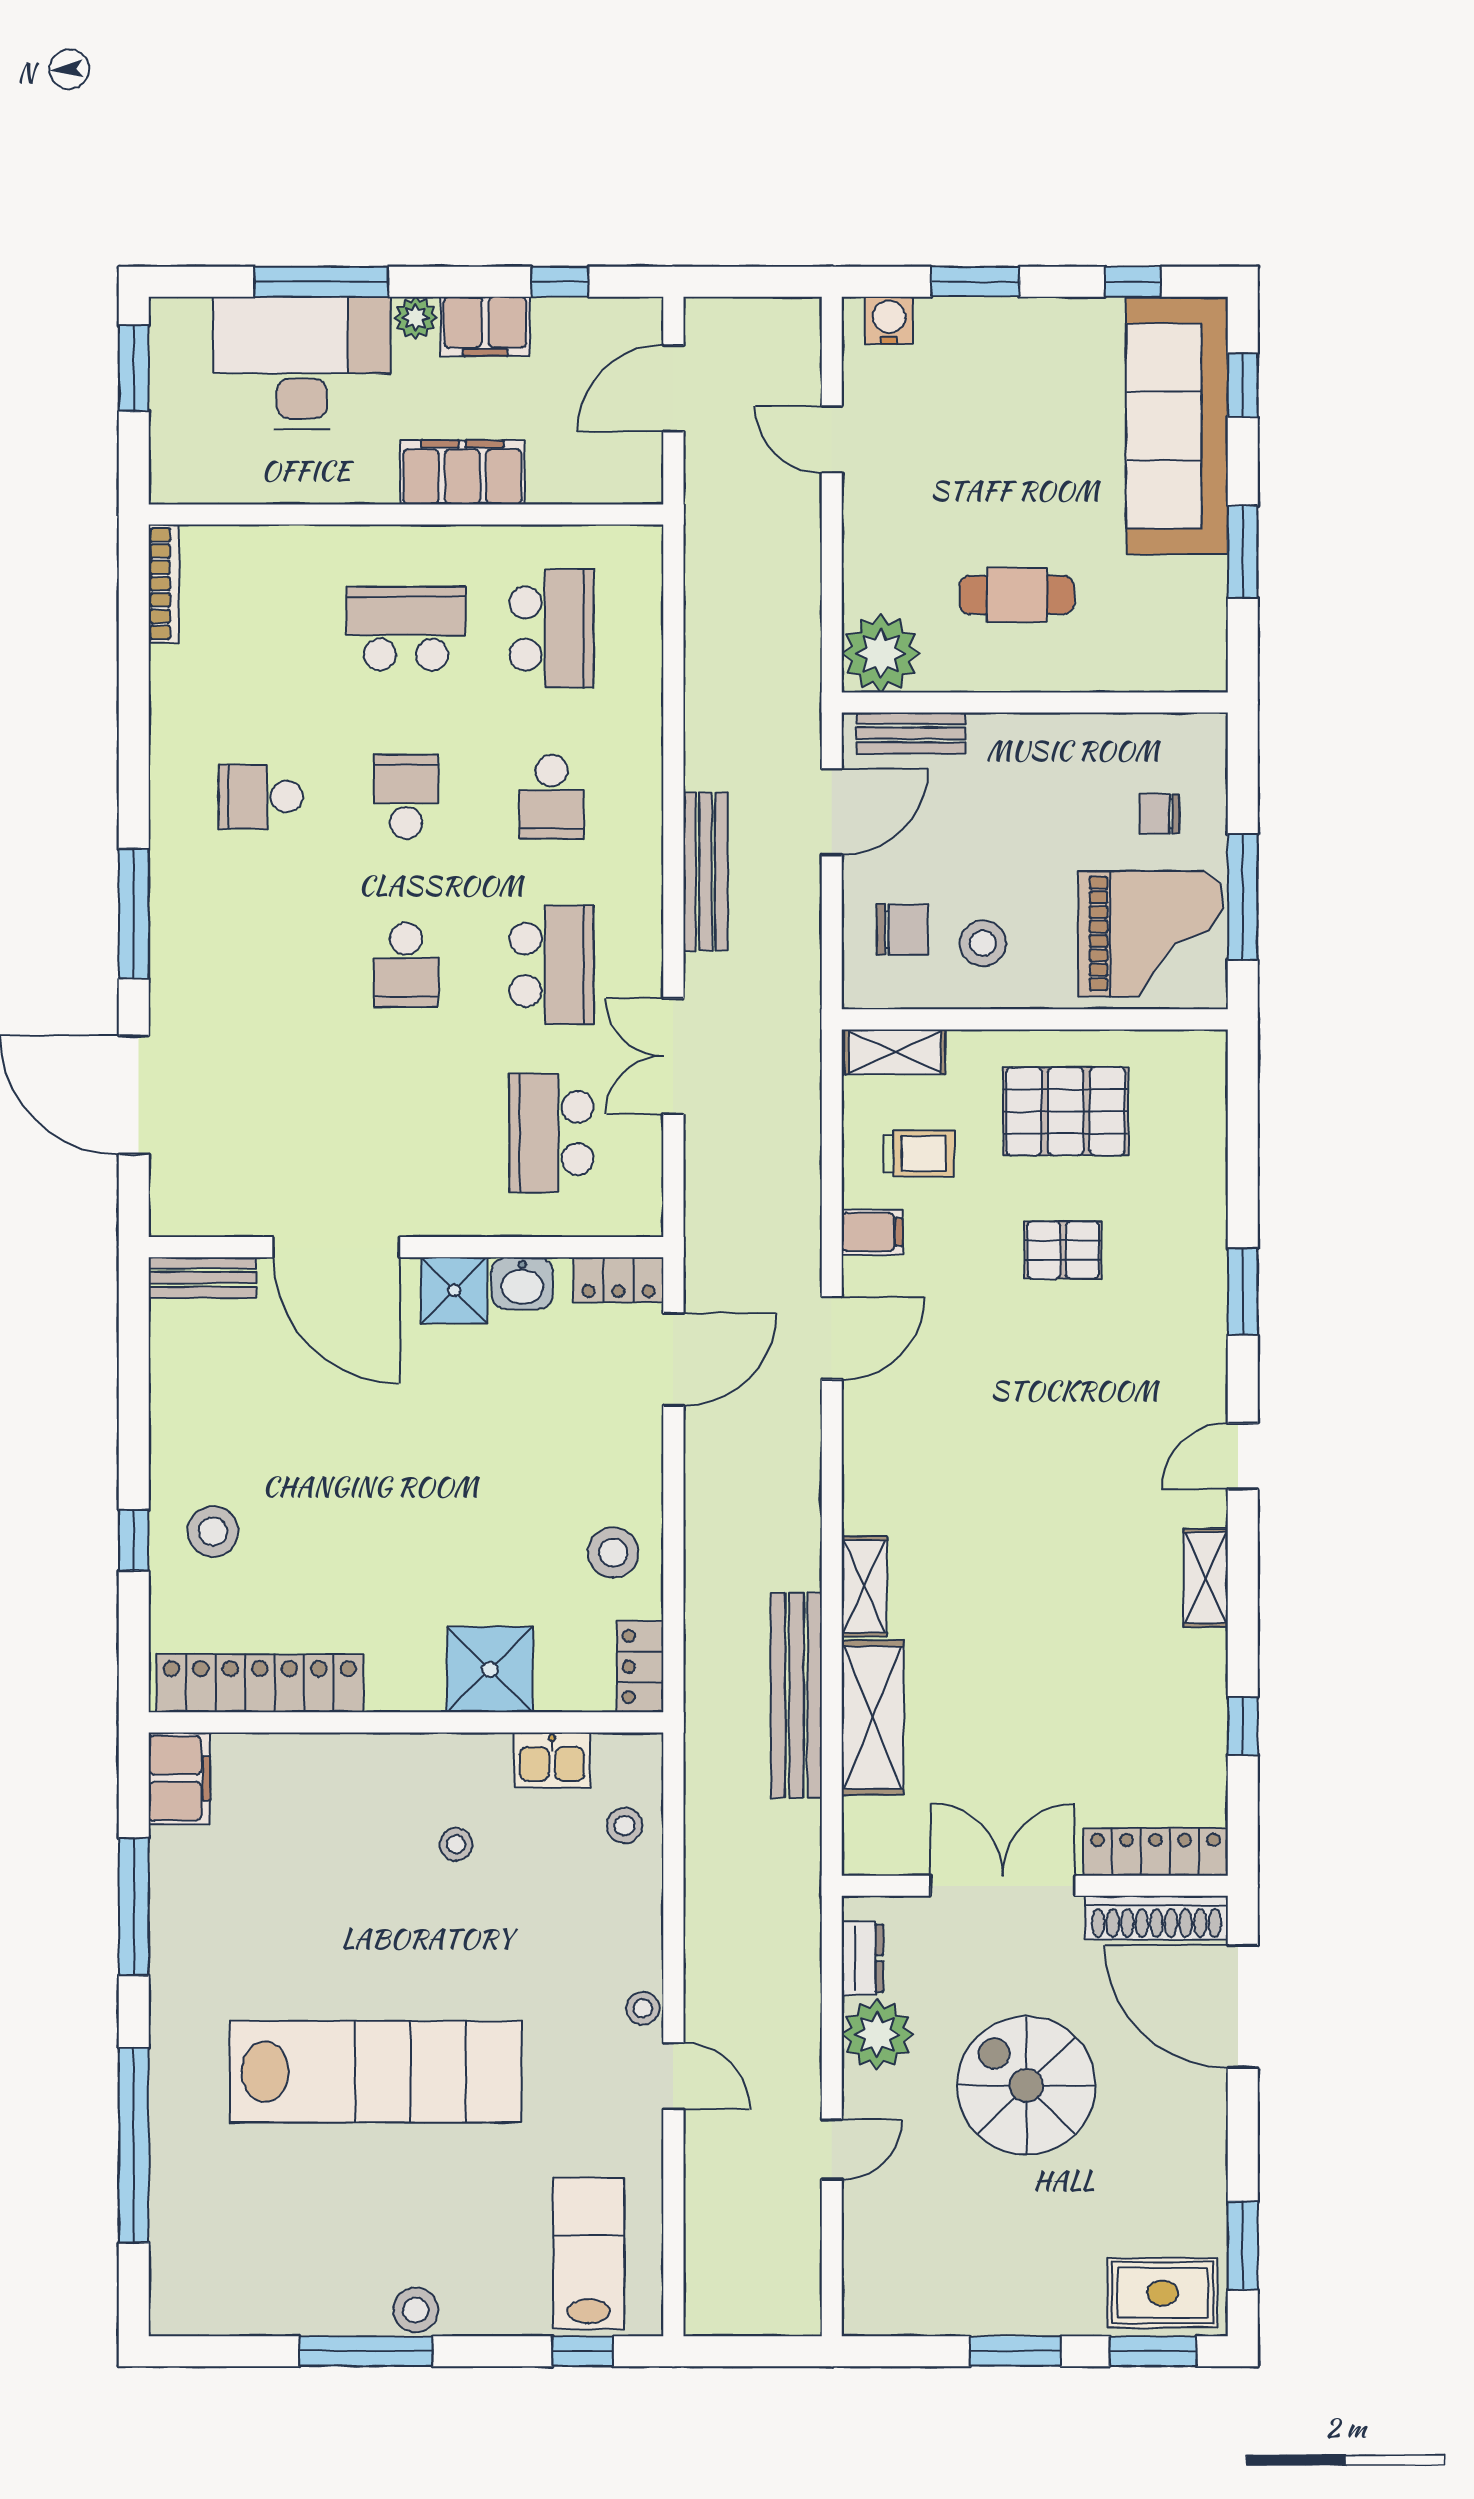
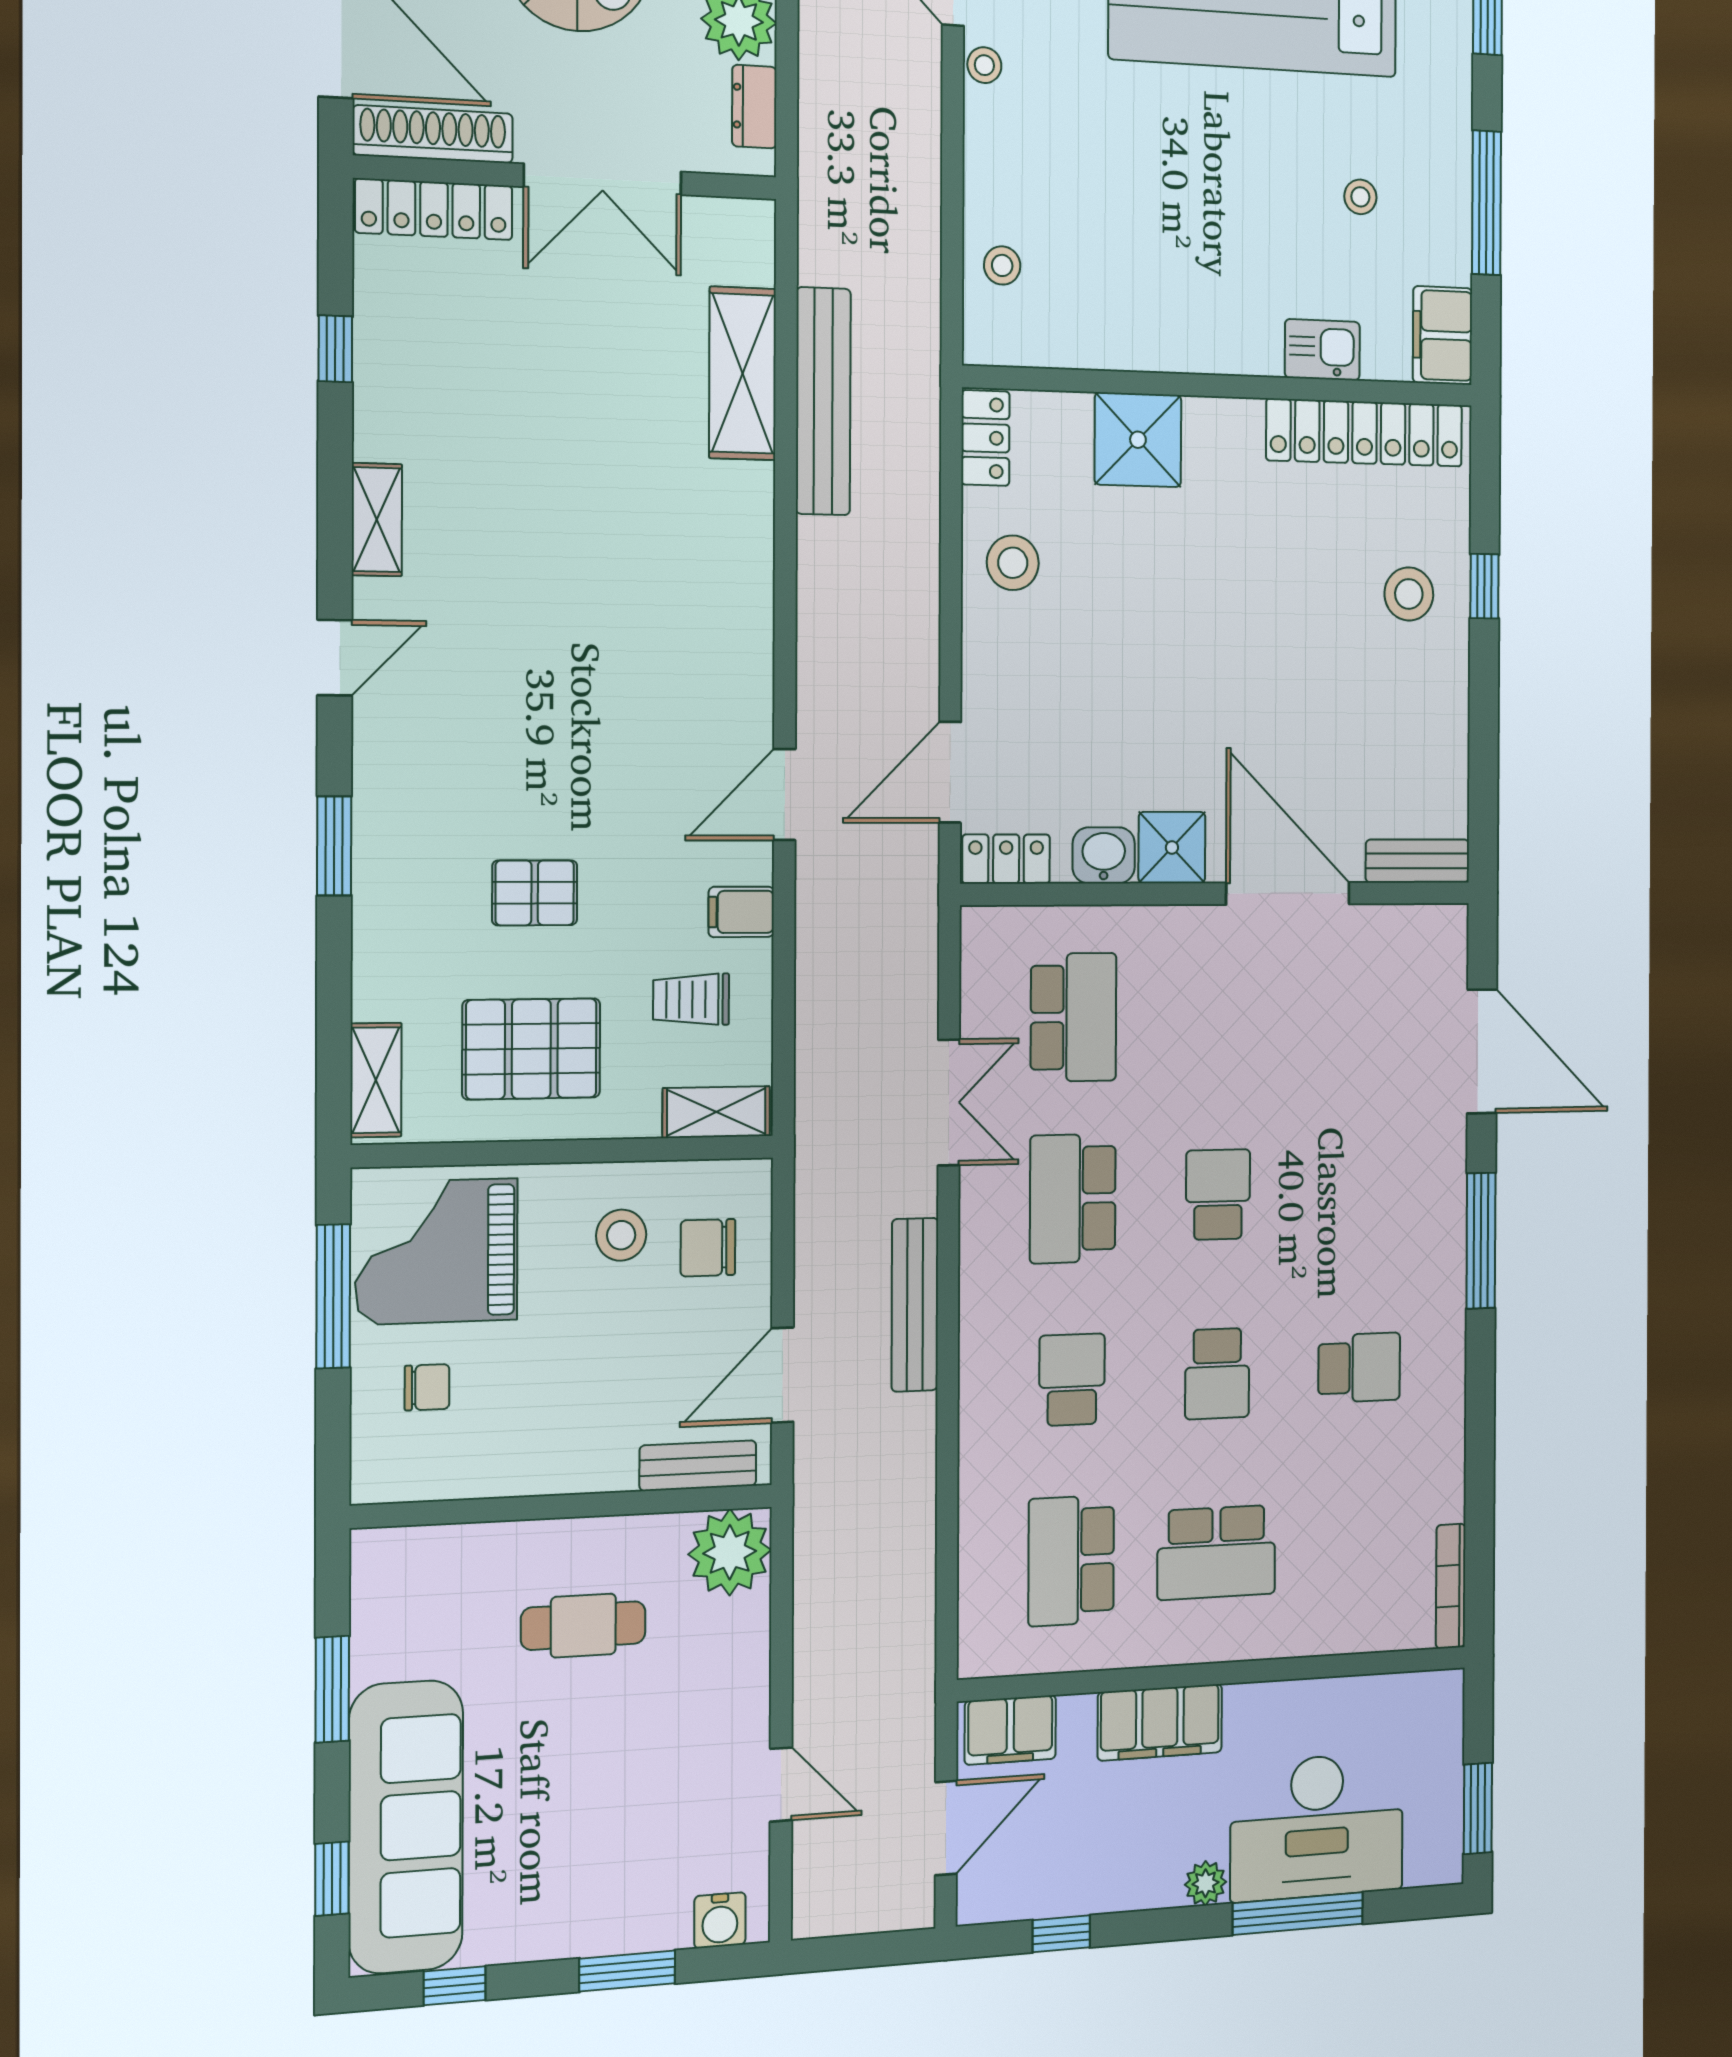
filing cabinet: (485, 326) -> (1010, 1730), moved, turned 180
shelving: (864, 1586) -> (376, 1080), moved
kitchen sink: (552, 1760) -> (1322, 350), moved
stool: (456, 1844) -> (1360, 197), moved

